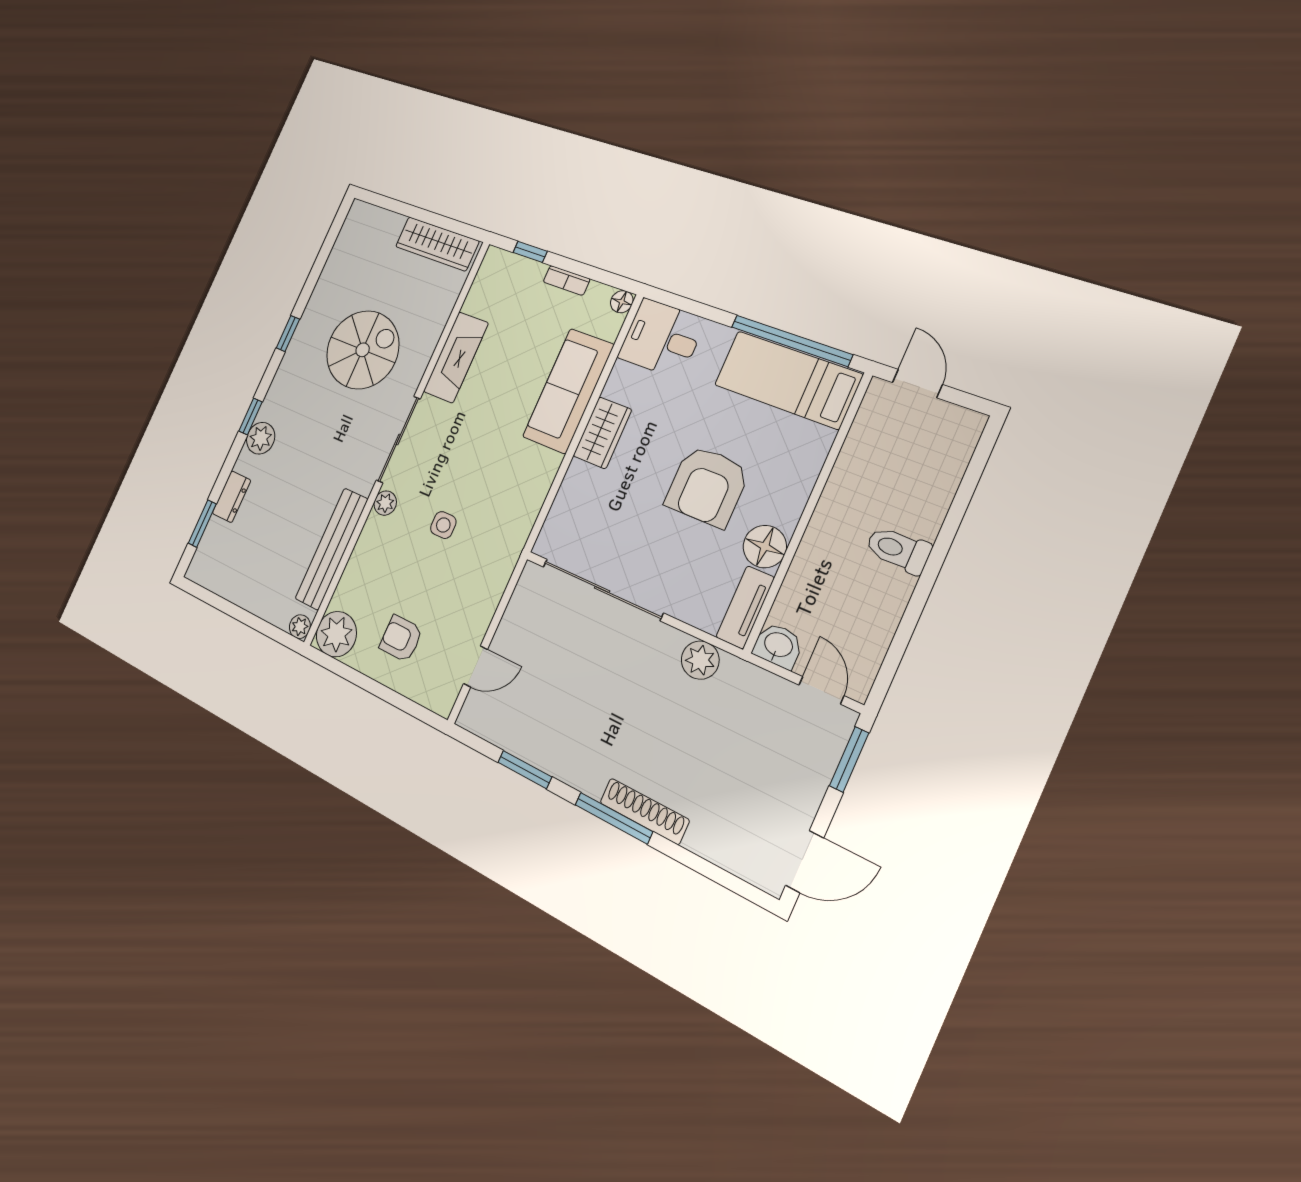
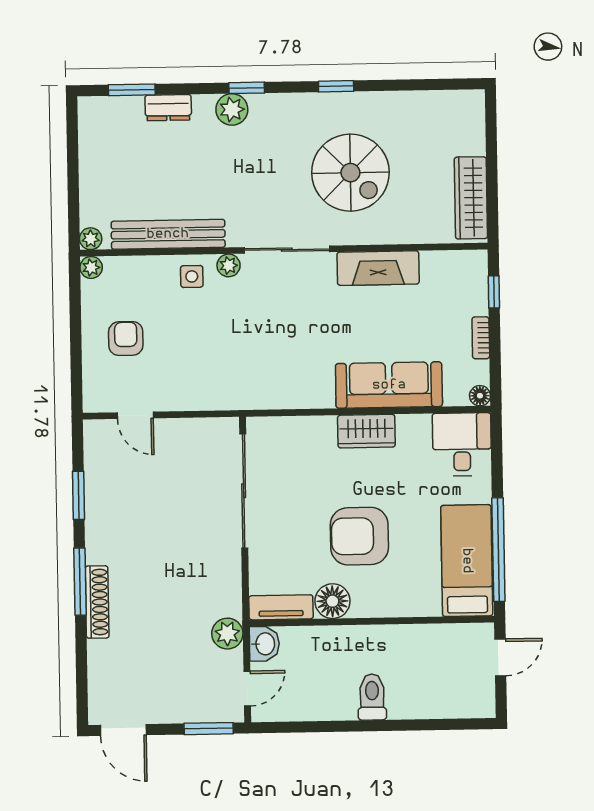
side table: (443, 525) -> (192, 276), moved
plant: (336, 634) -> (91, 267), width x0.53, depth x0.53
plant: (700, 660) -> (227, 634), moved

